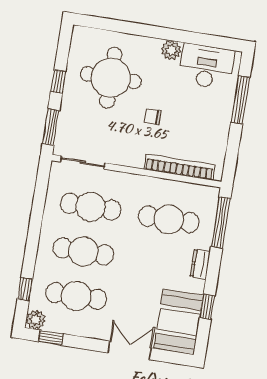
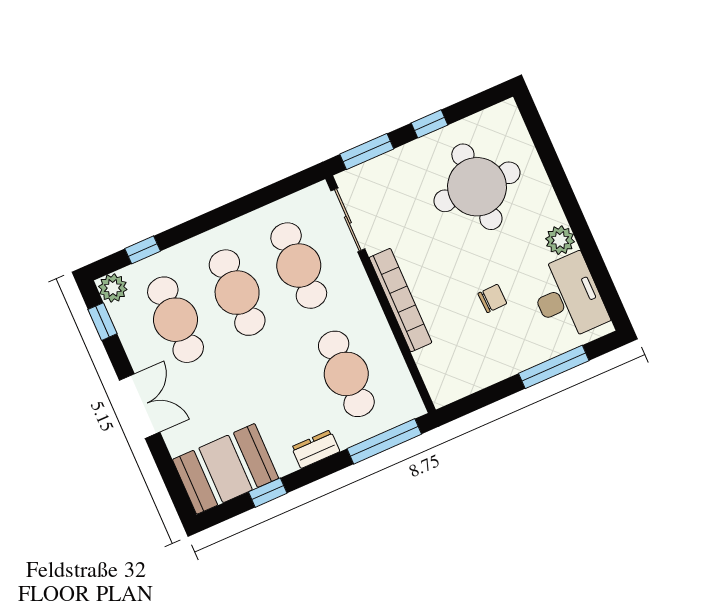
chair: (153, 117) -> (492, 298), moved, turned 88
bookcase: (180, 167) -> (400, 300), moved
double door: (130, 350) -> (140, 406), moved

